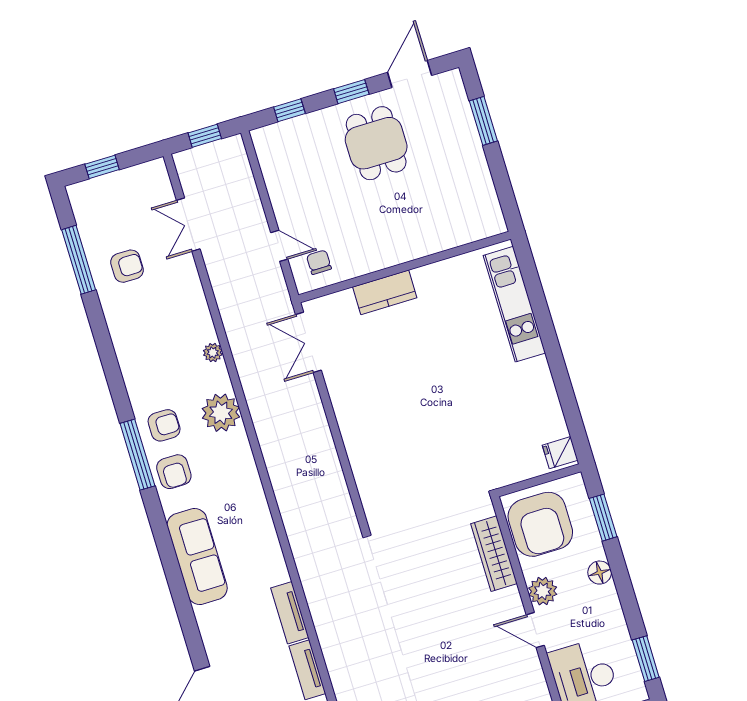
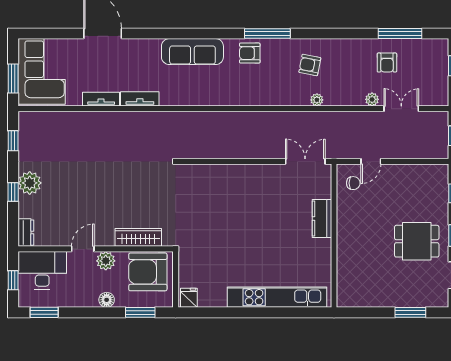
kitchen unit: (514, 304) -> (277, 297), width x1.36
plant: (221, 413) -> (372, 99), moved, width x0.53, depth x0.53
armchair: (164, 425) -> (310, 65), moved, turned 101

